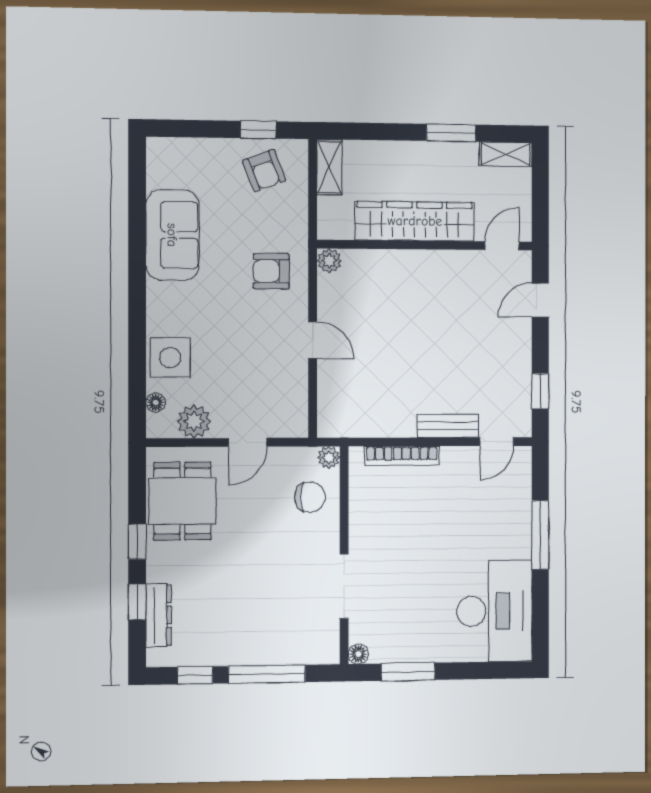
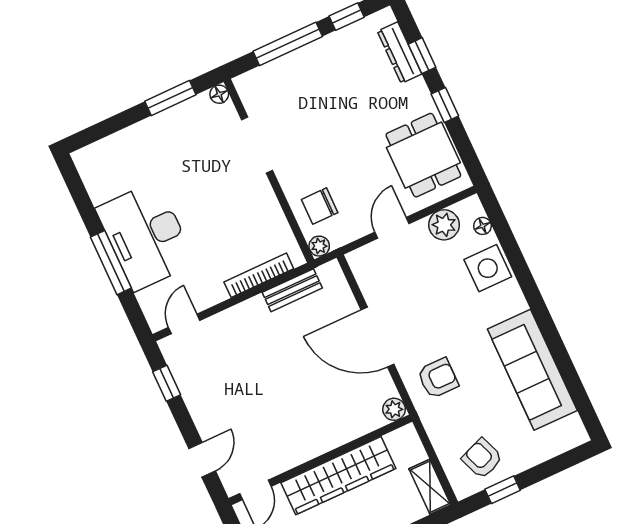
sofa: (172, 235) -> (532, 370), width x1.36
door: (313, 340) -> (378, 337), width x1.88
bench: (448, 426) -> (292, 290), moved
desk: (495, 611) -> (146, 236), moved

